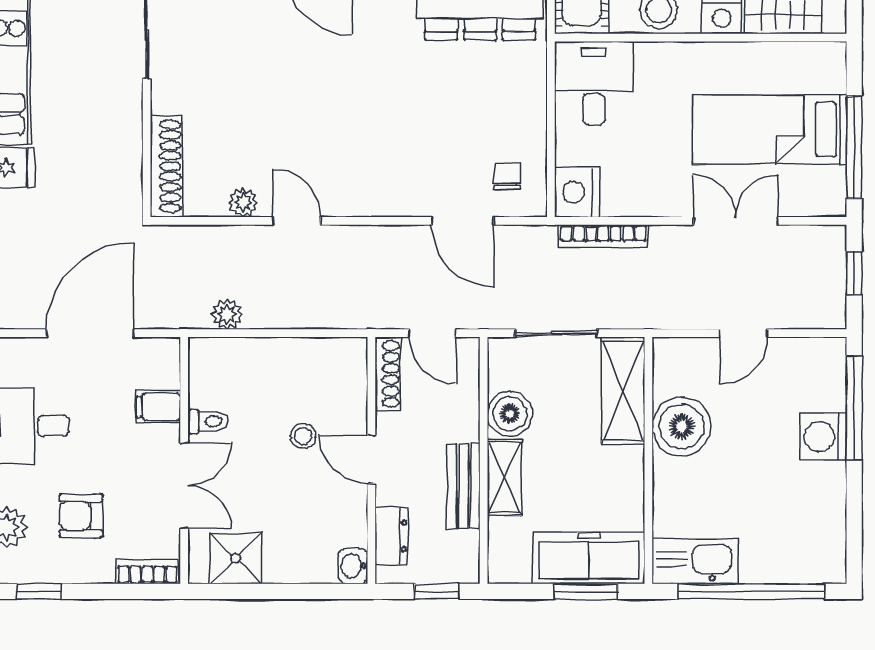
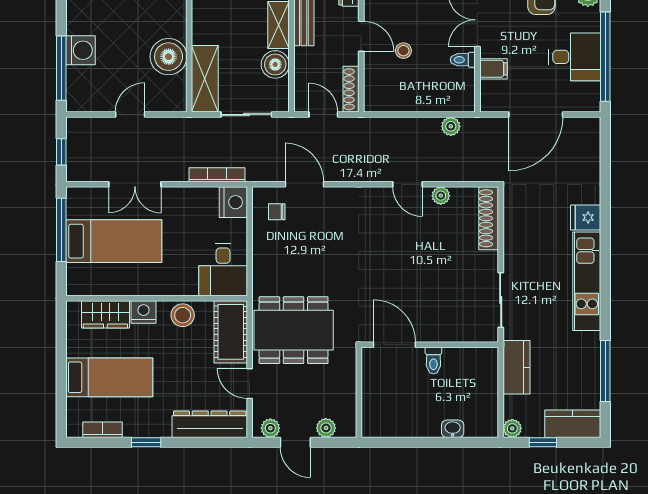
chair: (507, 177) -> (277, 212), turned 90

